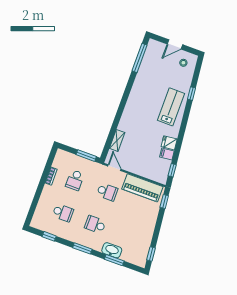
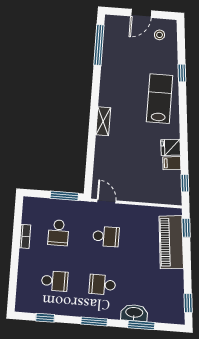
shelving: (117, 140) -> (103, 121), moved
piano: (142, 188) -> (171, 242), moved, turned 84

